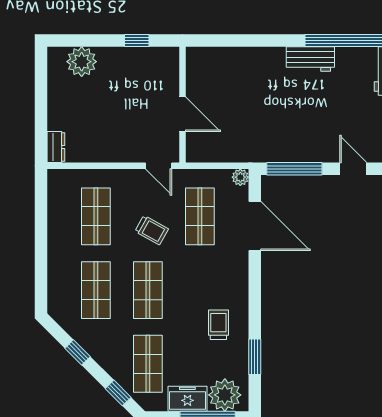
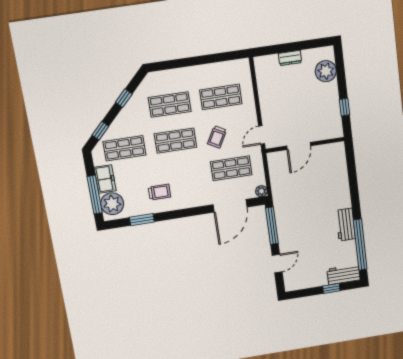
dresser: (56, 147) -> (290, 58), moved

